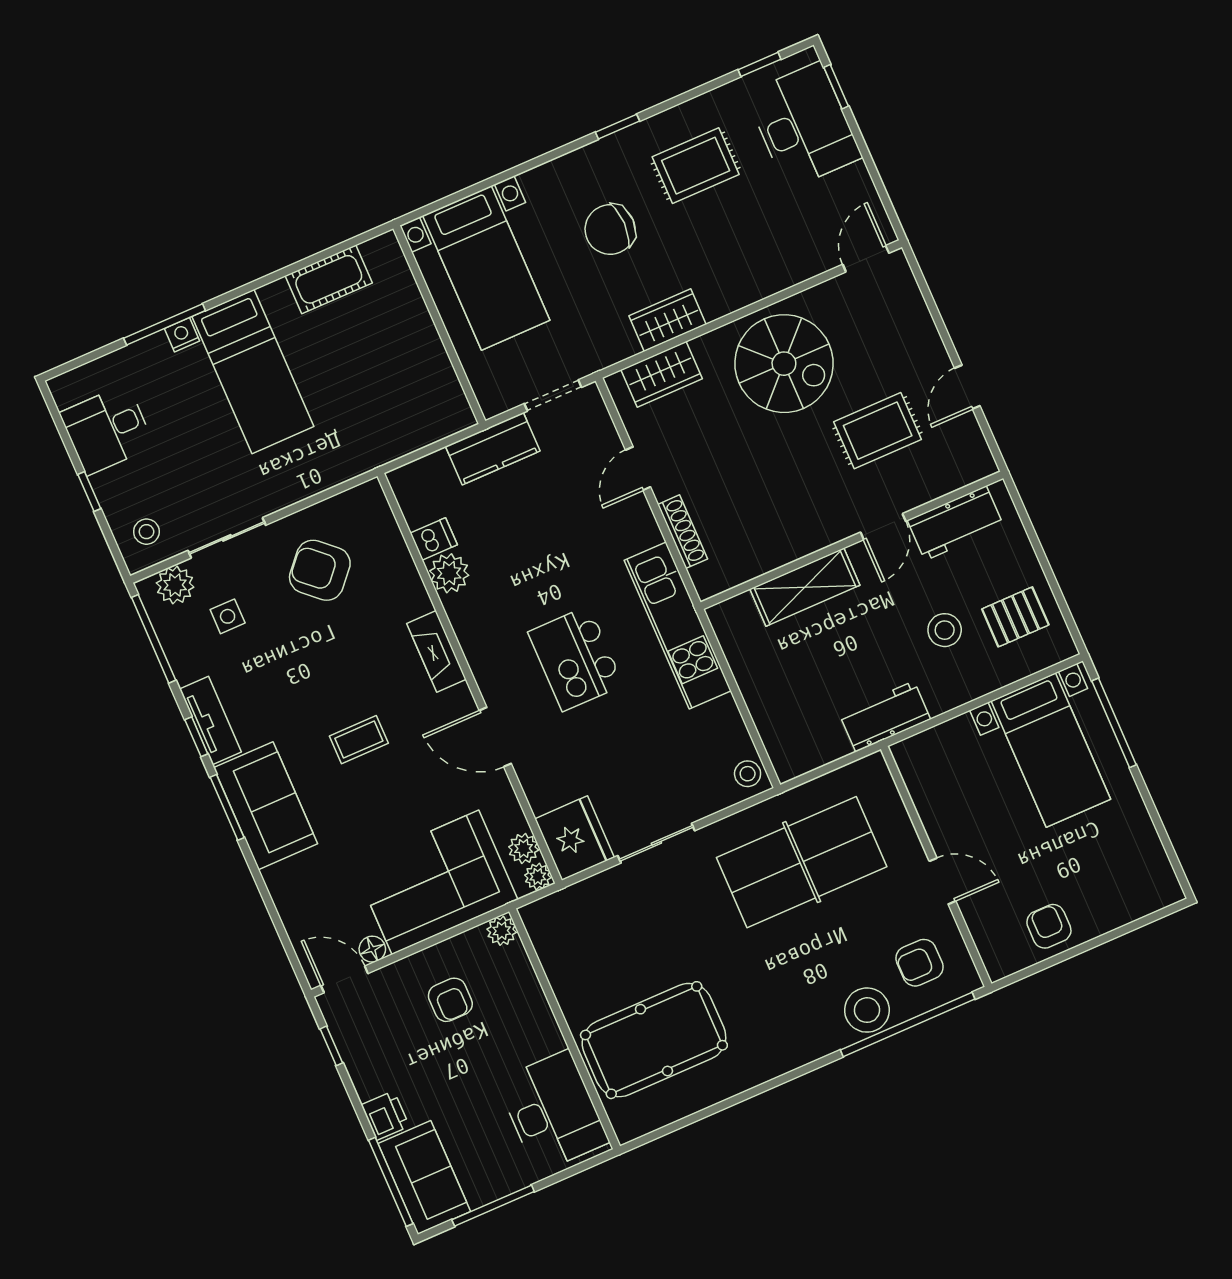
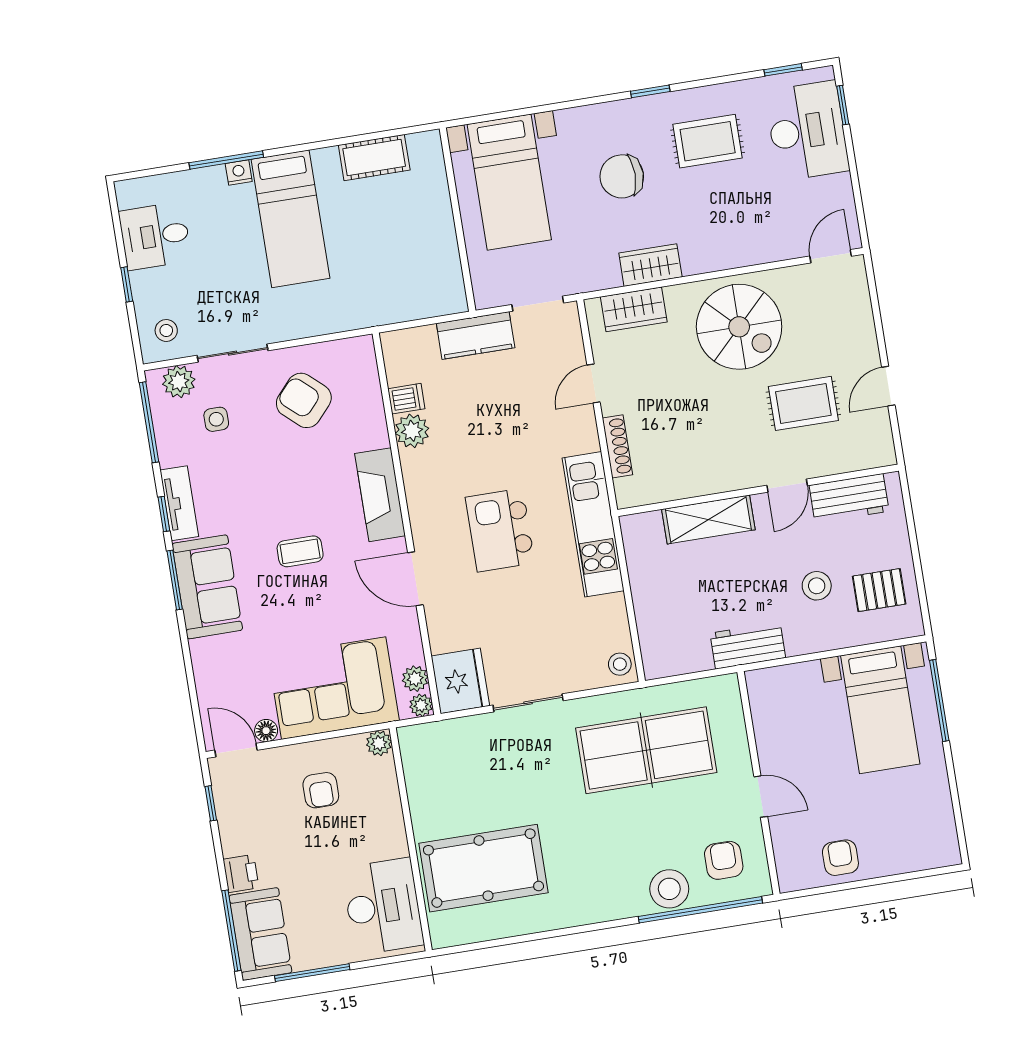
fireplace: (436, 651) -> (380, 495), width x1.37, depth x1.32
armchair: (920, 963) -> (724, 860), turned 90

